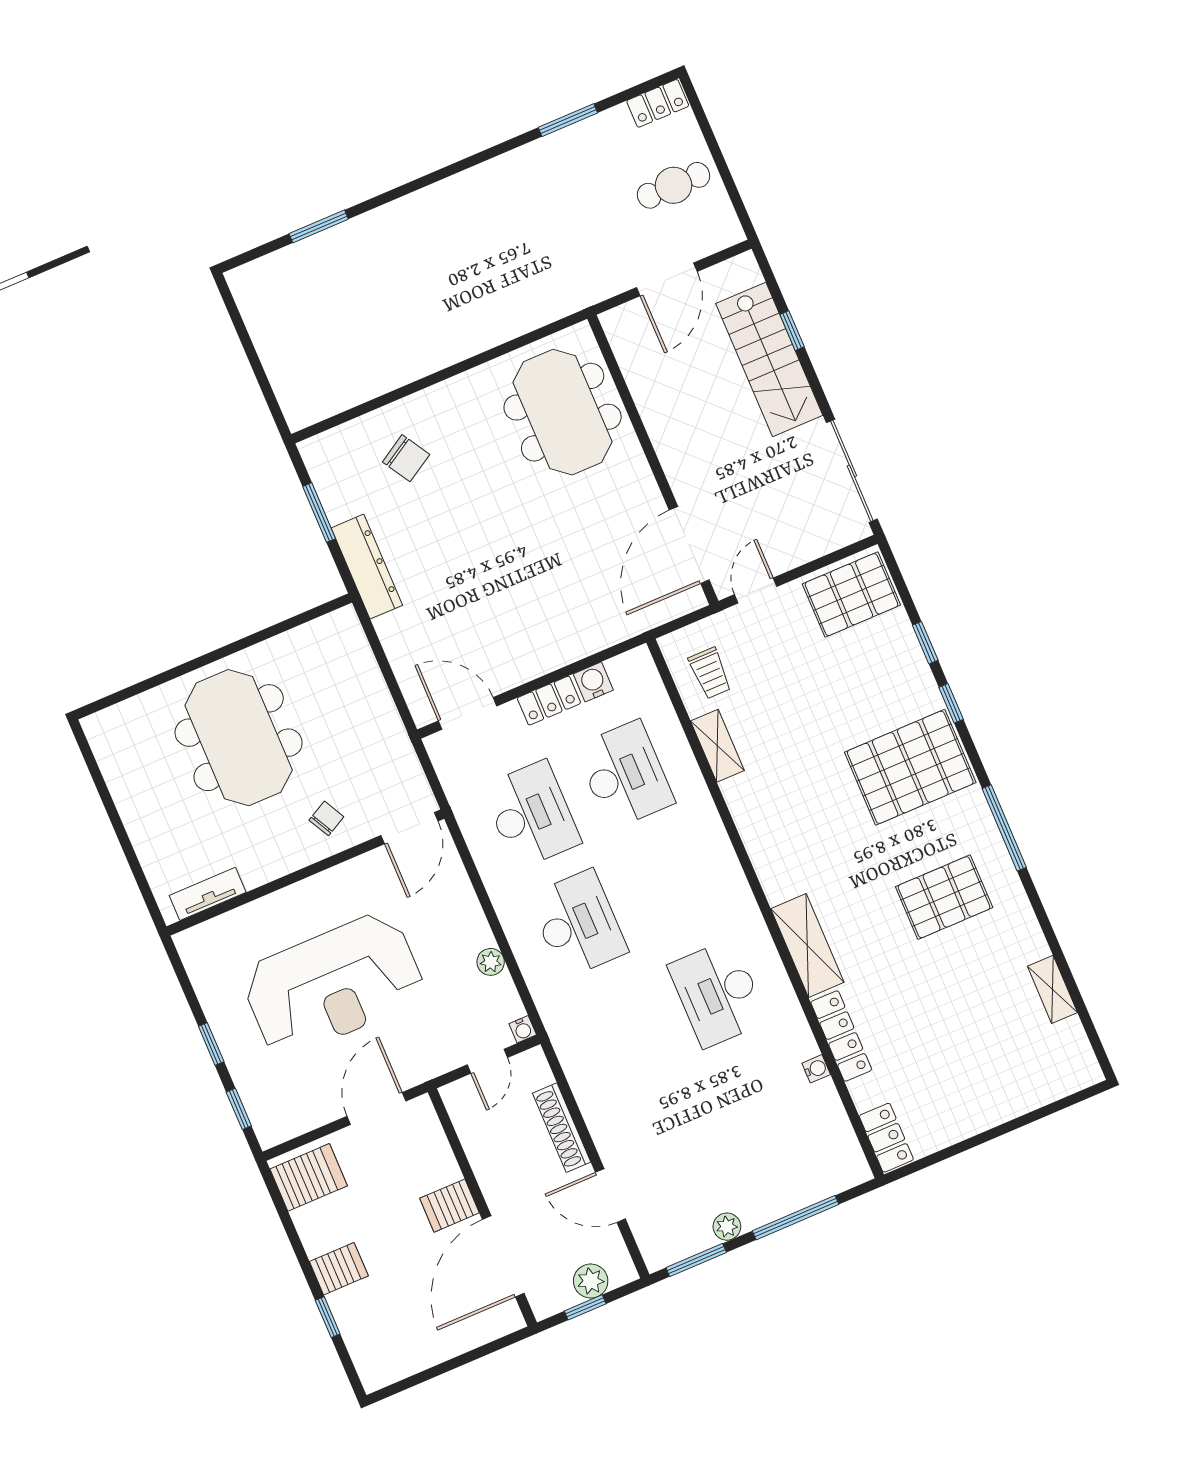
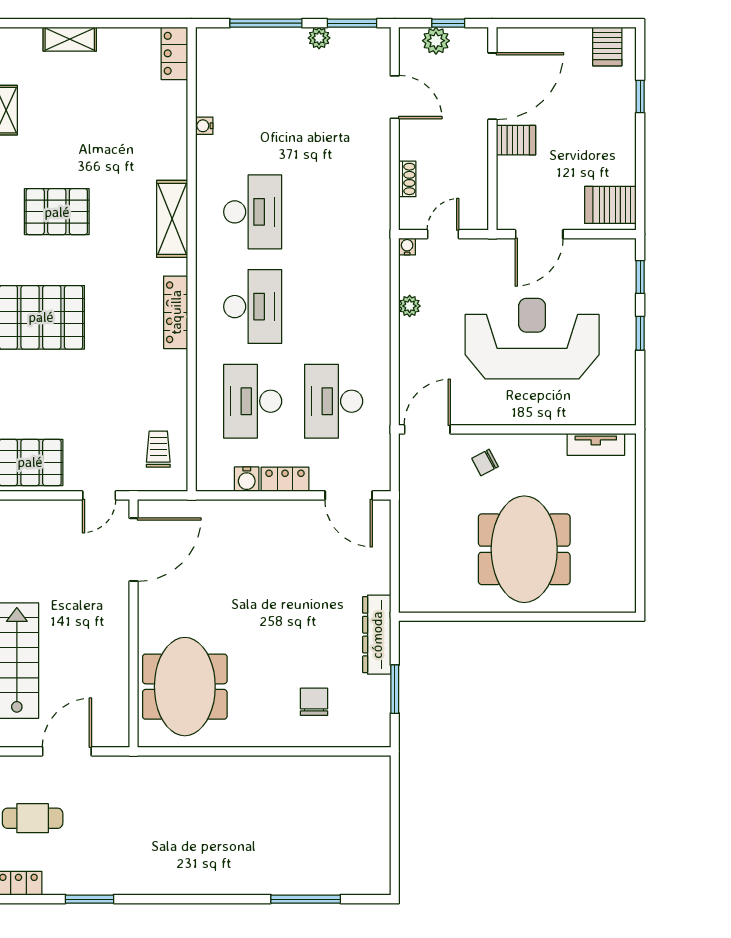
window: (319, 226) -> (306, 899), width x1.44
chair: (406, 458) -> (314, 702), turned 31
shelving: (717, 746) -> (70, 39), moved, turned 90
desk: (578, 924) -> (253, 307), moved, turned 180
locker: (841, 1036) -> (176, 312), moved
shoe rack: (562, 1128) -> (407, 179), width x0.51, depth x0.81
server rack: (339, 1269) -> (607, 46), moved, turned -90

